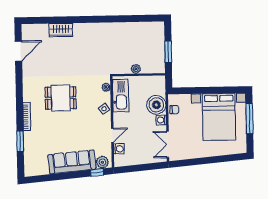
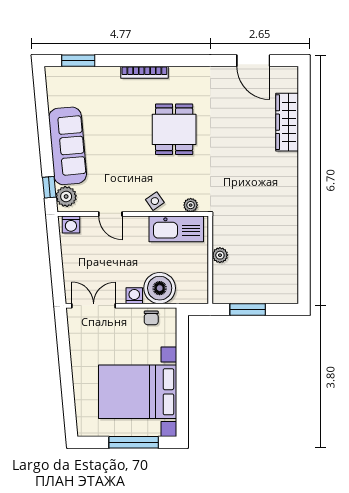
wardrobe: (61, 30) -> (287, 122), width x1.50
window: (20, 141) -> (78, 61), moved
washing machine: (119, 149) -> (71, 224), moved

